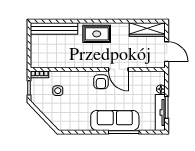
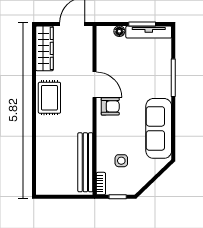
bench: (54, 28) -> (85, 162), moved
rug: (97, 34) -> (49, 98), moved
door: (118, 69) -> (95, 85), hinge flipped
sofa: (115, 120) -> (159, 128), moved

